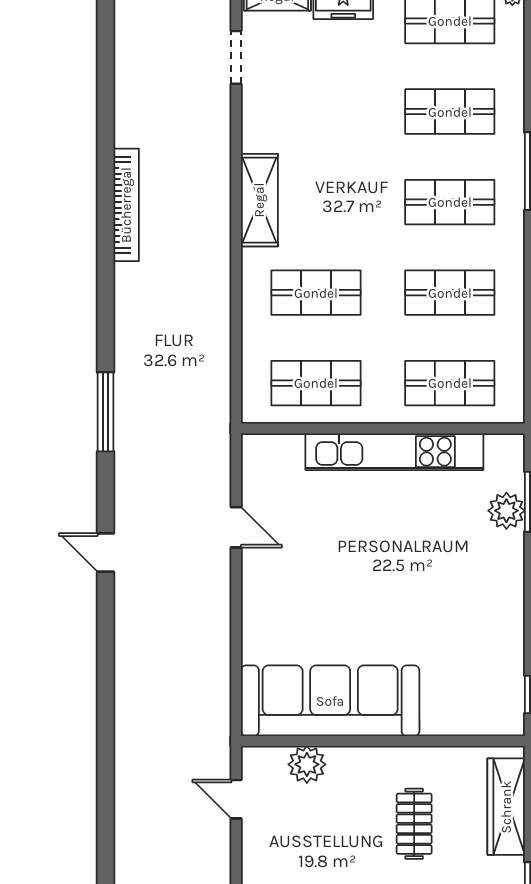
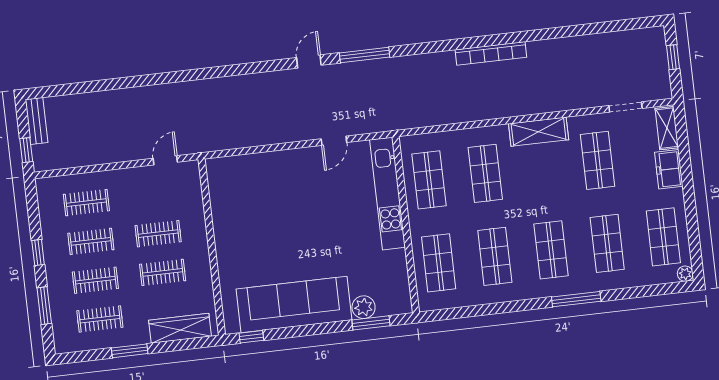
shop shelf: (316, 112) -> (598, 160), added
bookcase: (126, 205) -> (491, 53), moved
window: (105, 412) -> (365, 55), moved
kitchen unit: (394, 452) -> (388, 194), moved
sofa: (330, 701) -> (294, 305), moved, turned -90
plant: (307, 764) -> (192, 202), removed
clothes rail: (352, 824) -> (158, 234), added

